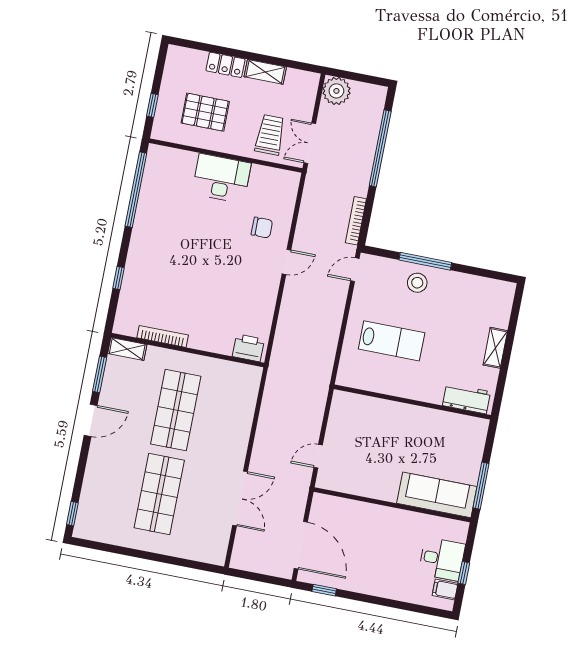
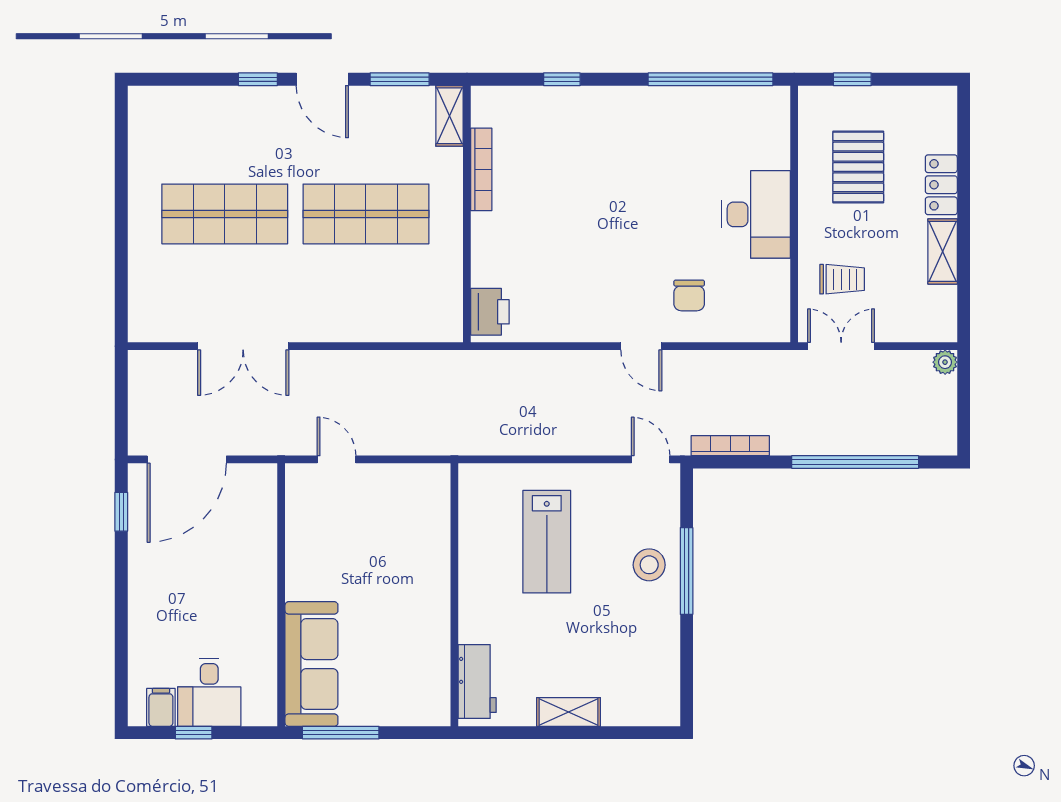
plant: (336, 91) -> (945, 362), width x0.53, depth x0.53
trolley: (270, 135) -> (842, 279), width x0.73, depth x0.72
window: (72, 514) -> (258, 79), moved

